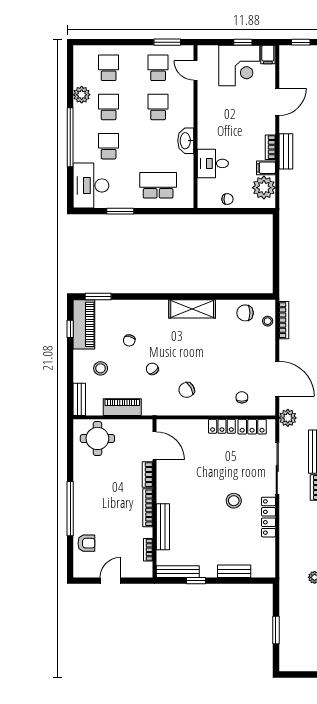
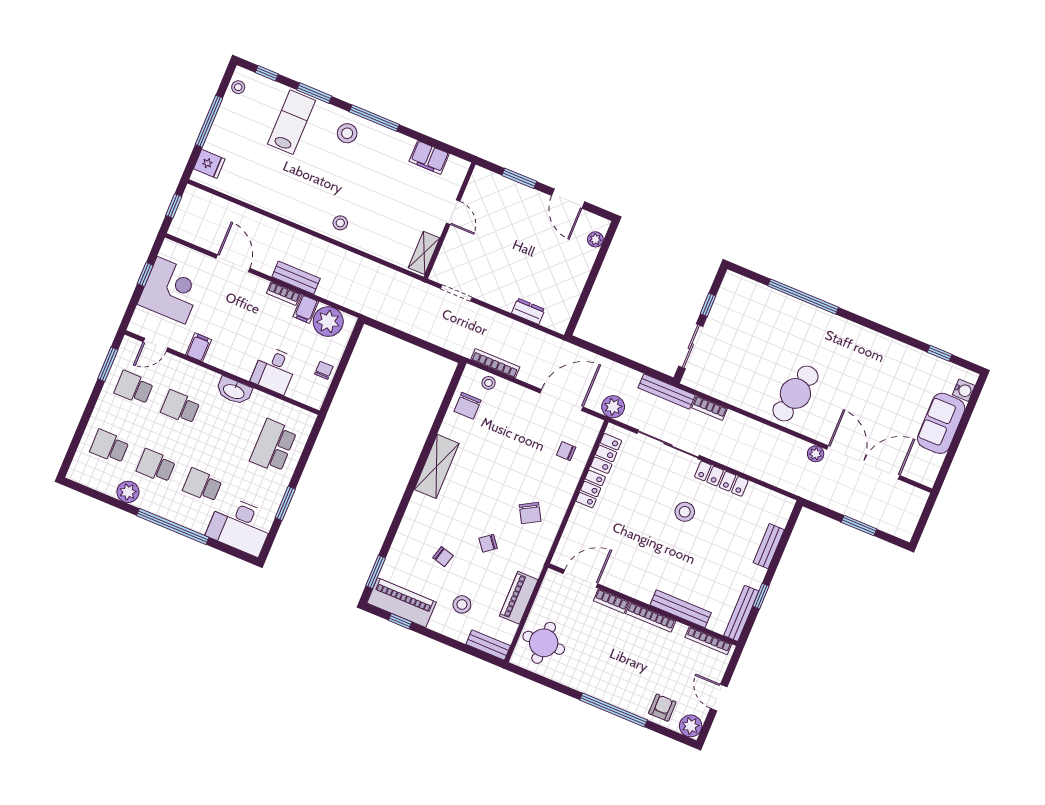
filing cabinet: (268, 54) -> (199, 347), moved, turned -90
bookcase: (148, 550) -> (708, 641), width x1.56
plant: (82, 569) -> (691, 726), added

